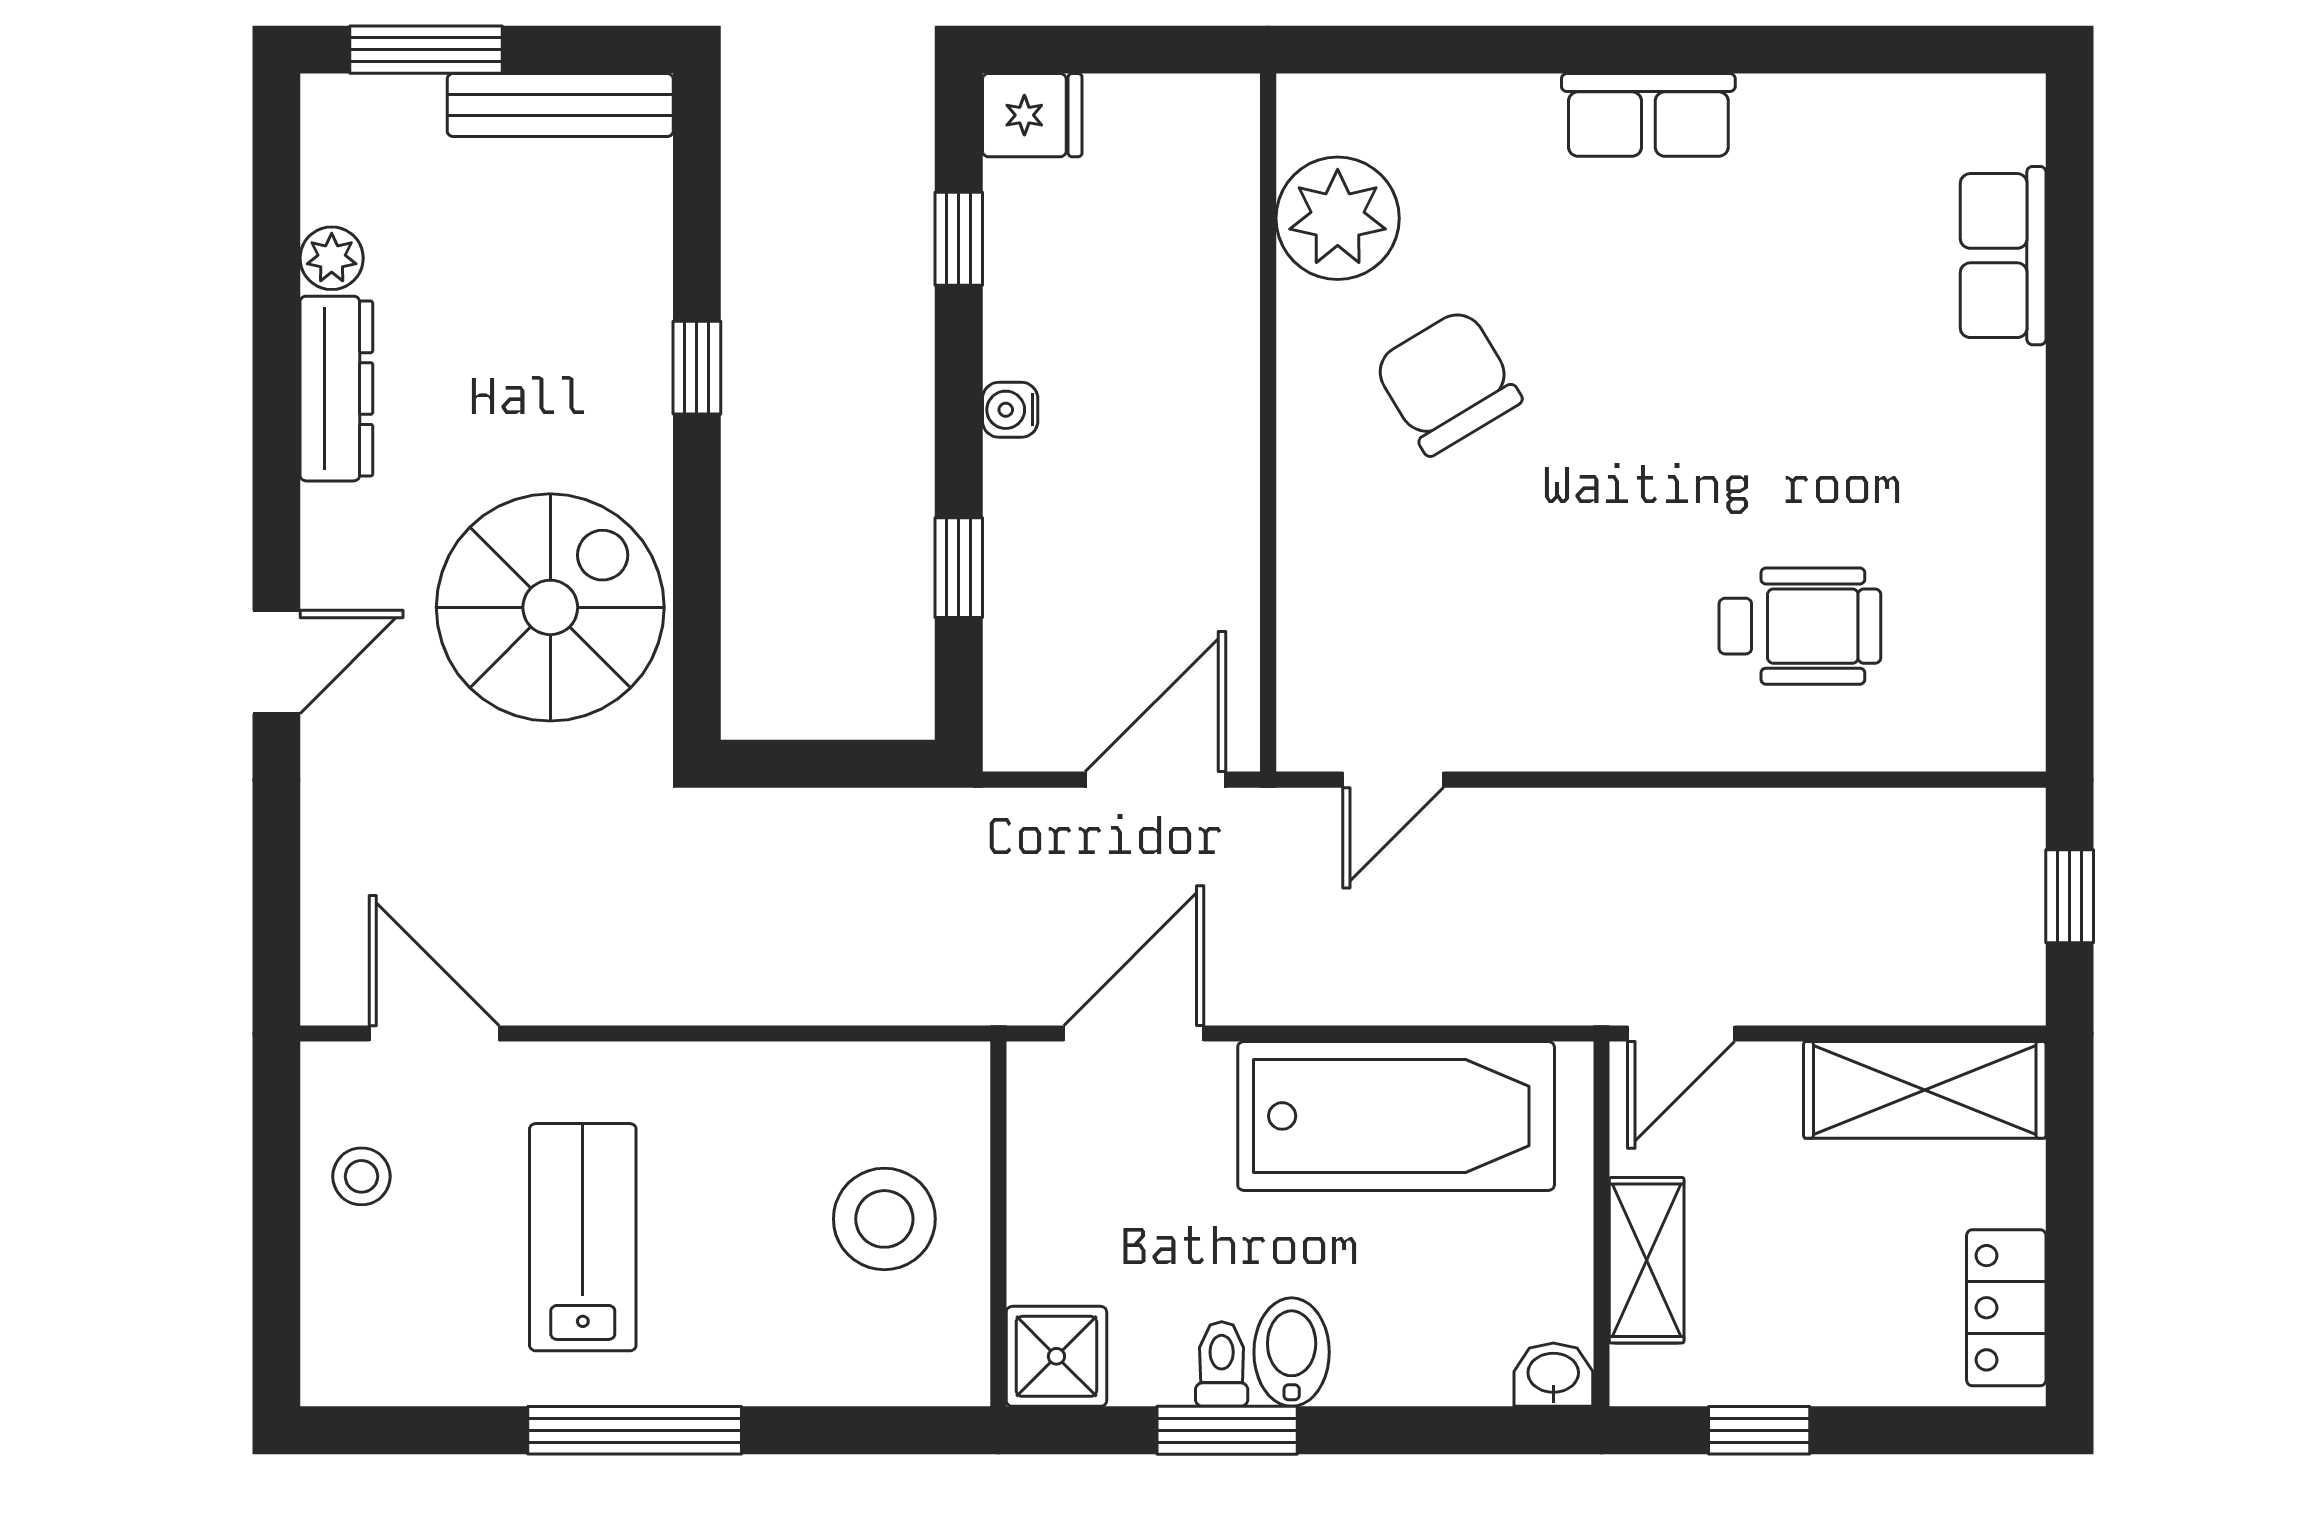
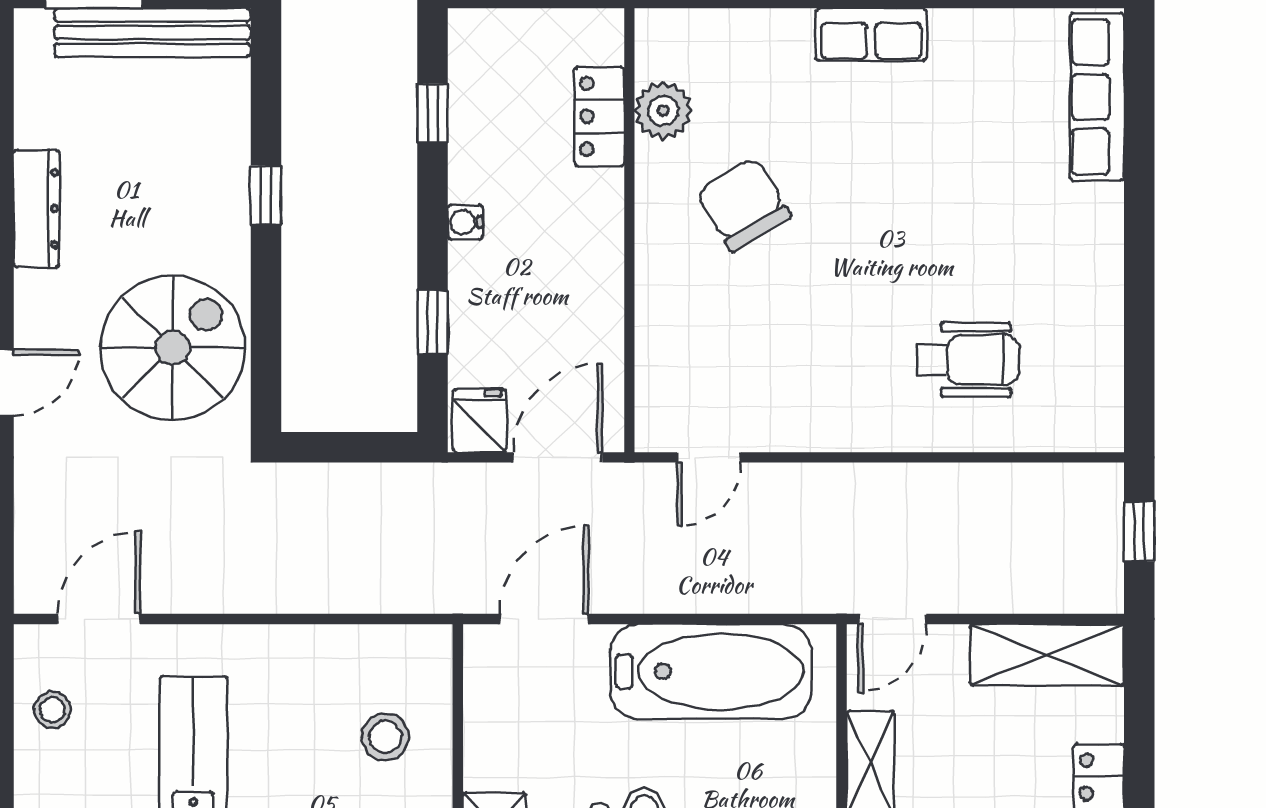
bench: (560, 105) -> (153, 33), width x1.37, depth x1.21
fridge: (1032, 115) -> (479, 421), moved, turned -90
plant: (1338, 218) -> (663, 111), width x0.73, depth x0.73
locker: (1221, 244) -> (599, 116), added
row of seats: (2003, 256) -> (1097, 97), width x1.48
plant: (332, 258) -> (34, 126), removed
door: (434, 1034) -> (99, 619), hinge flipped
stool: (884, 1219) -> (385, 737), width x0.73, depth x0.73

